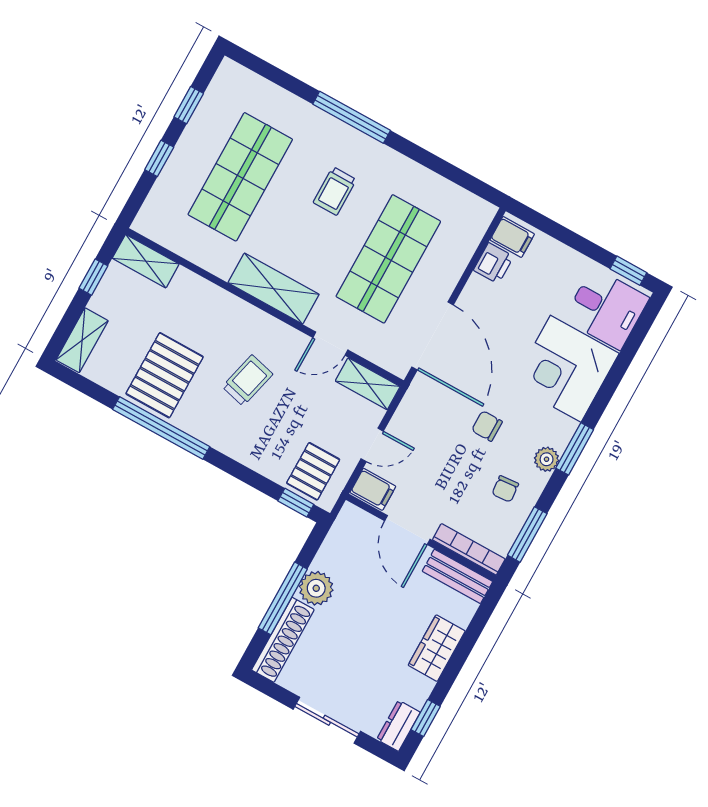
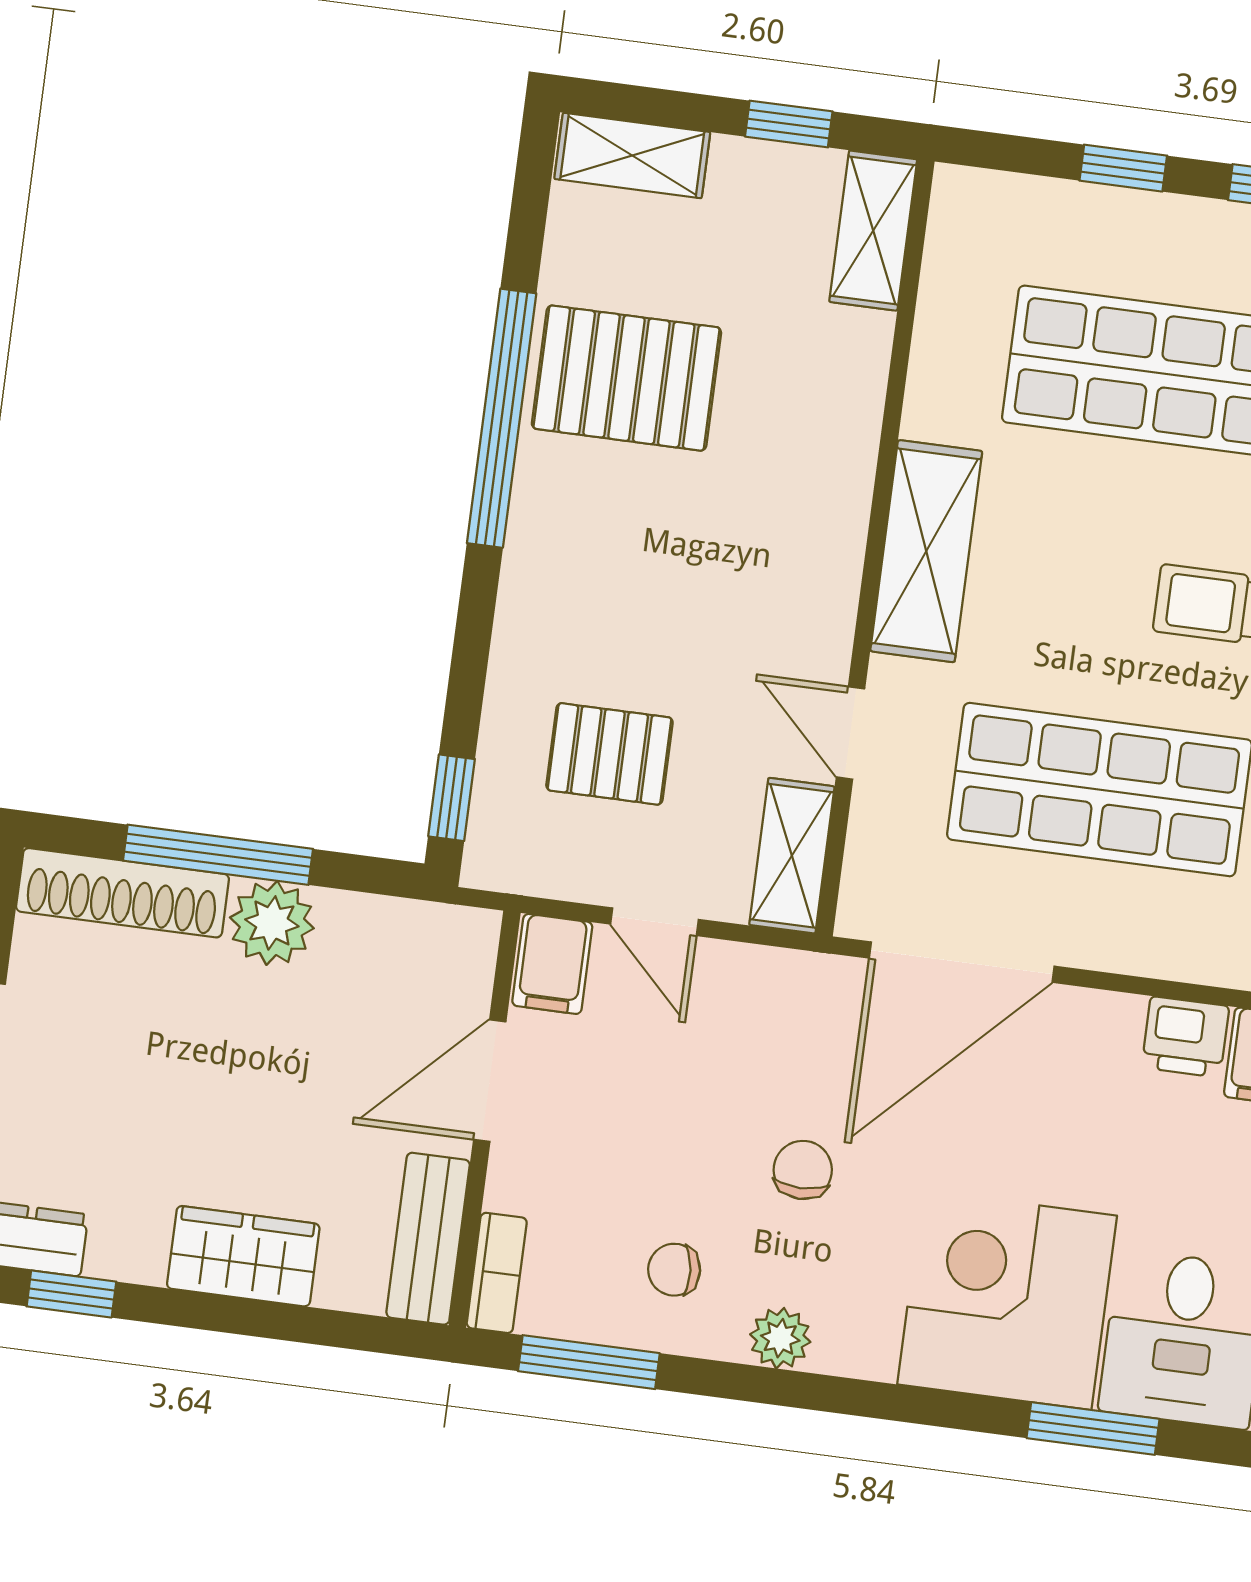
trolley: (247, 380) -> (690, 575), removed
window: (575, 449) -> (1093, 1429), moved
pallet: (313, 471) -> (609, 754), moved
bookcase: (469, 549) -> (497, 1273), width x0.64

